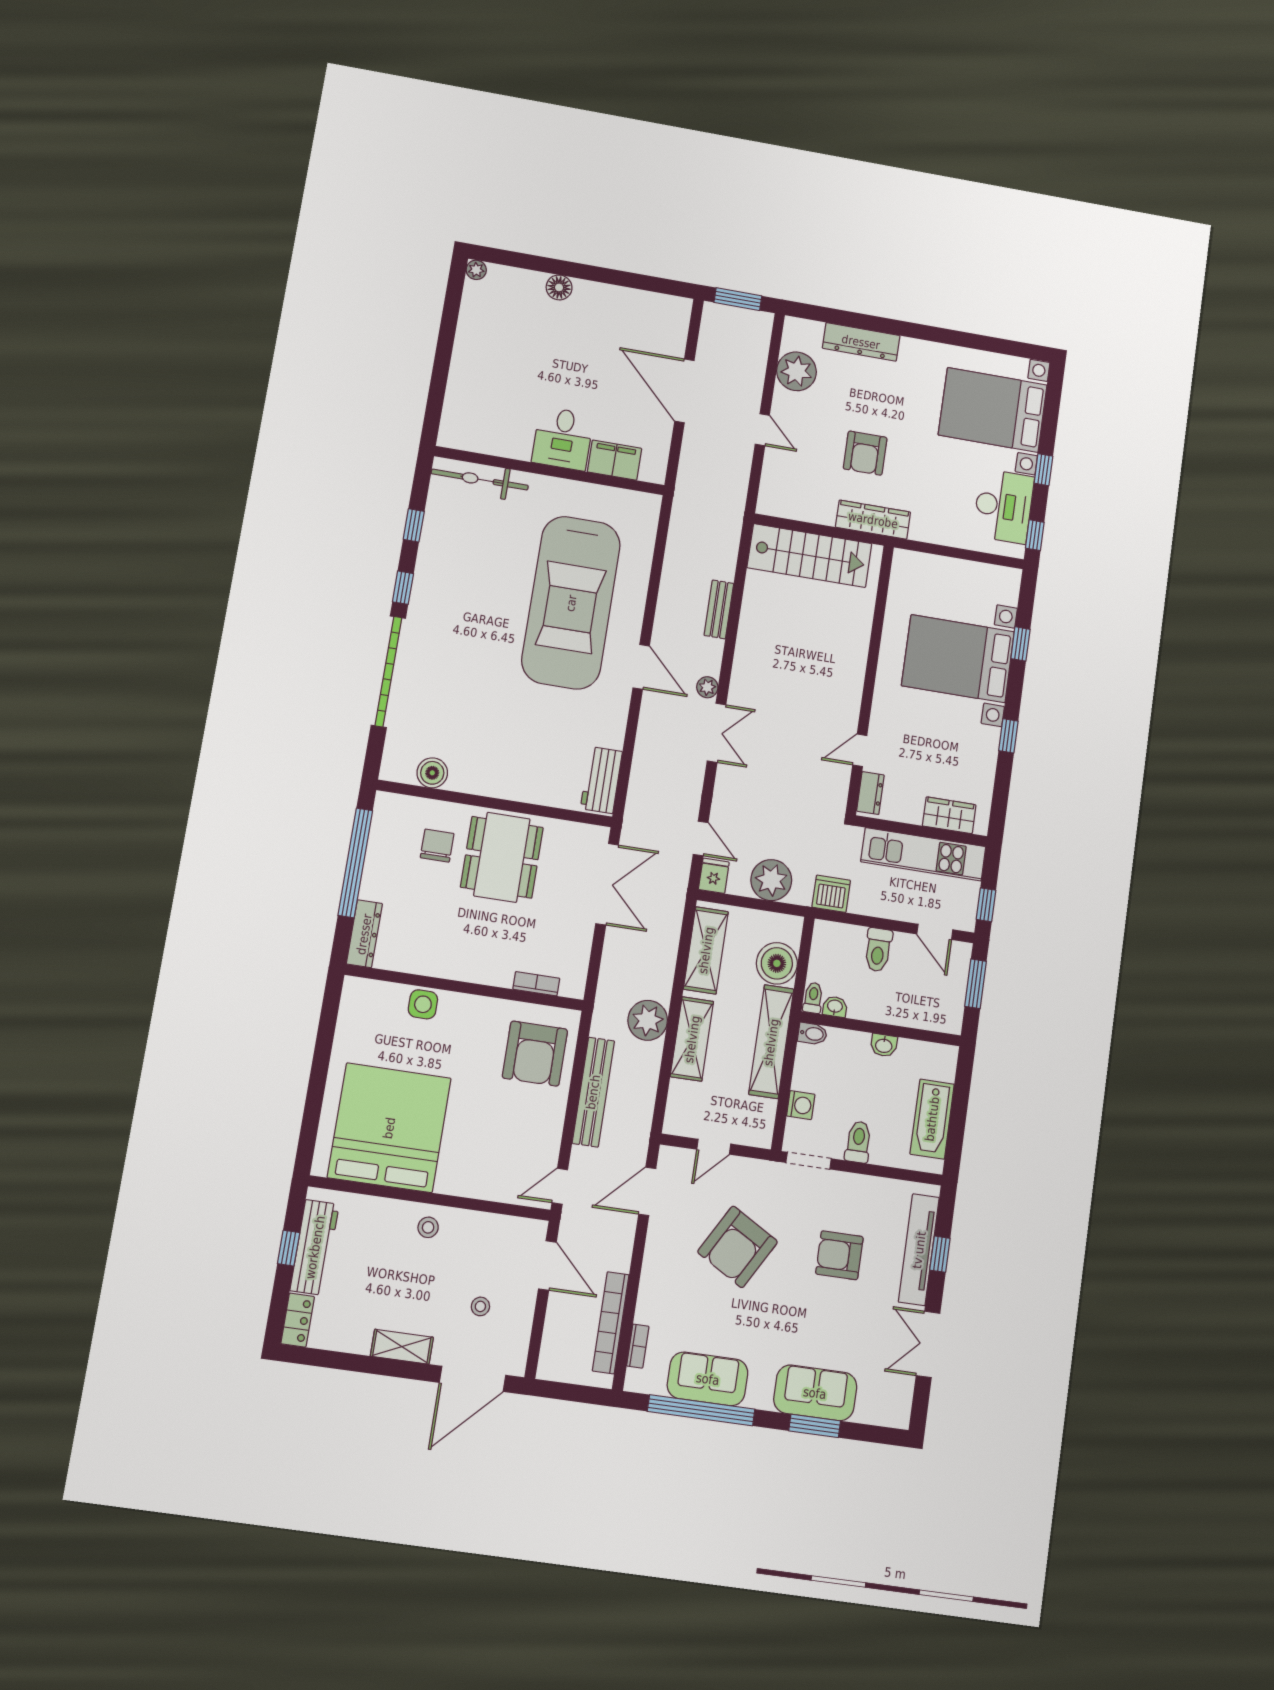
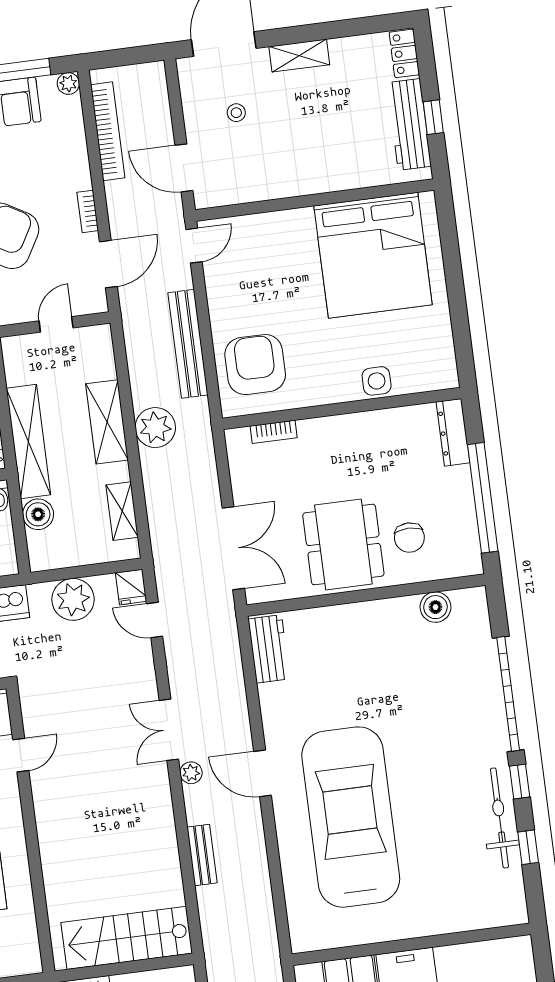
bicycle: (480, 480) -> (500, 818), moved, turned -90
double door: (607, 884) -> (233, 548), swing flipped
shelving: (706, 950) -> (122, 511), width x0.67, depth x0.75
boiler: (777, 963) -> (38, 514), width x0.73, depth x0.73
stool: (428, 1227) -> (308, 172), removed
bookcase: (638, 1346) -> (88, 211), moved
plant: (635, 1381) -> (68, 84), added

